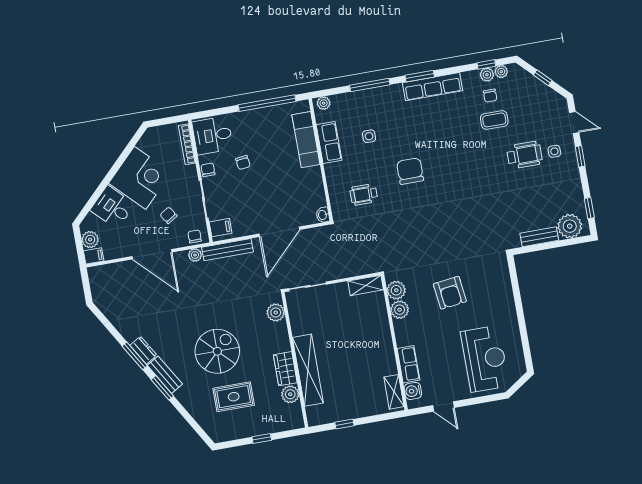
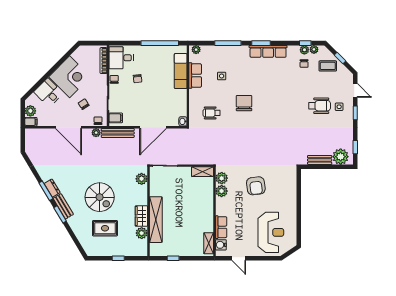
coffee table: (494, 120) -> (328, 66), moved
spiral stairs: (217, 351) -> (100, 197), turned 90

